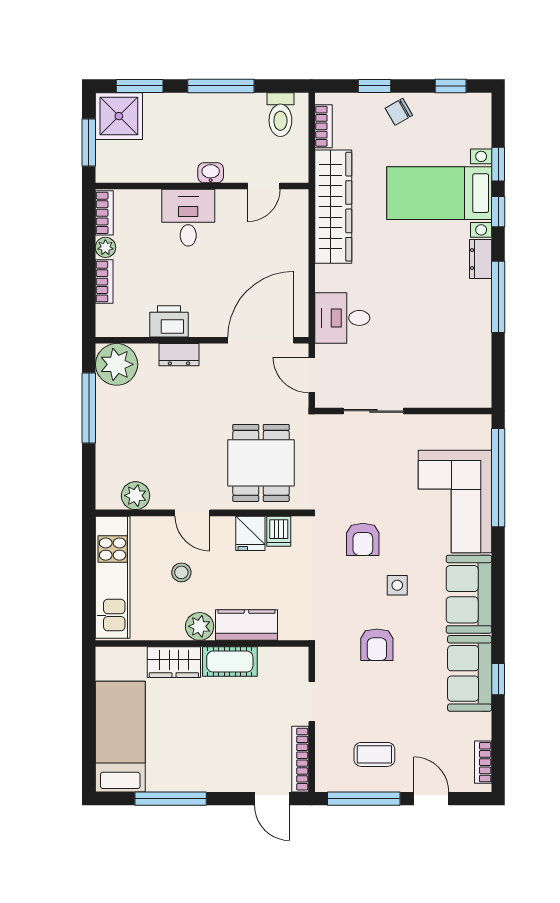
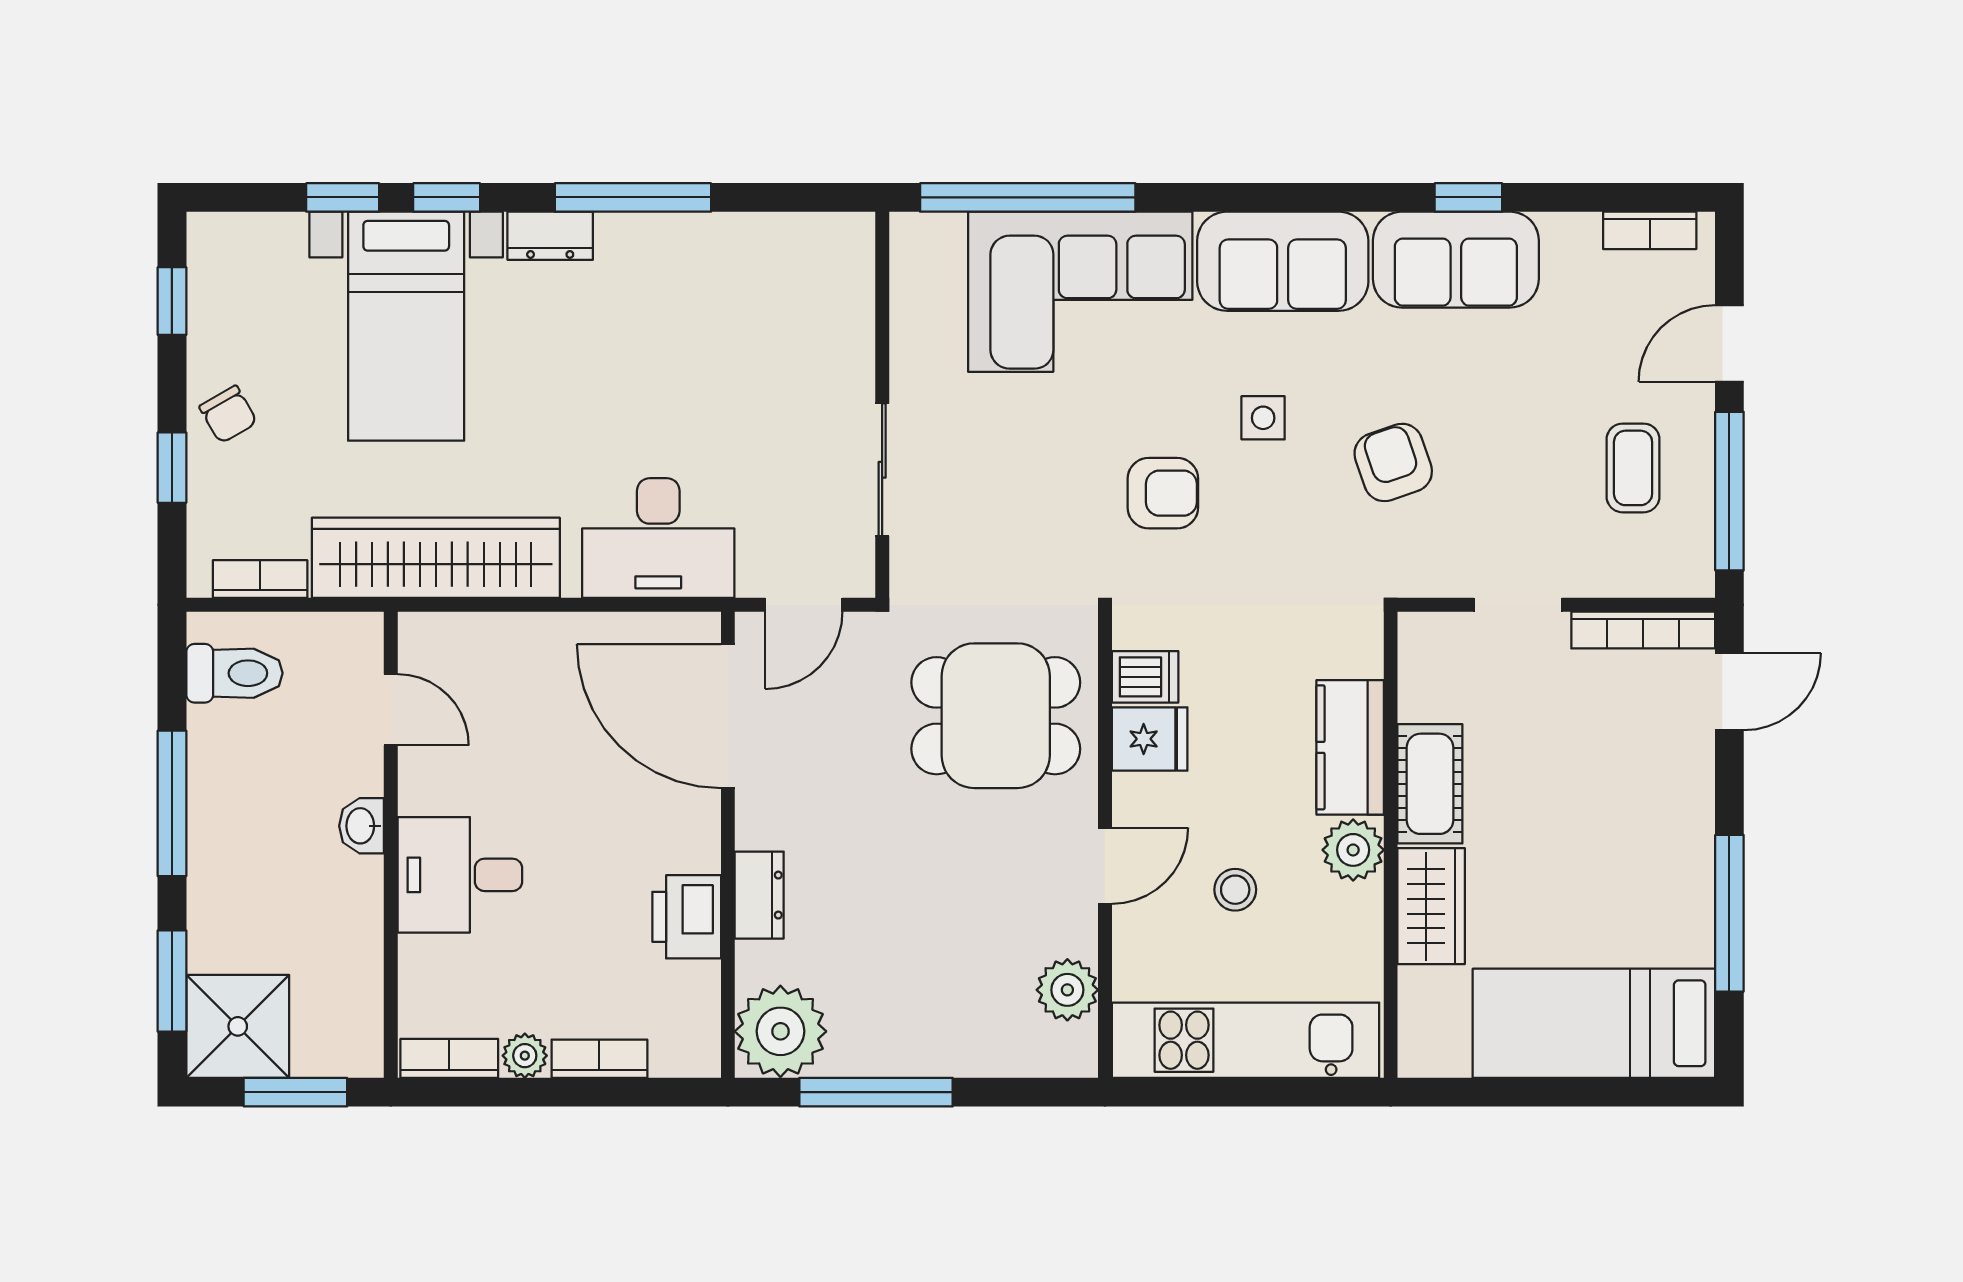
desk: (342, 318) -> (658, 538), width x1.37
armchair: (377, 645) -> (1393, 462), turned -109

